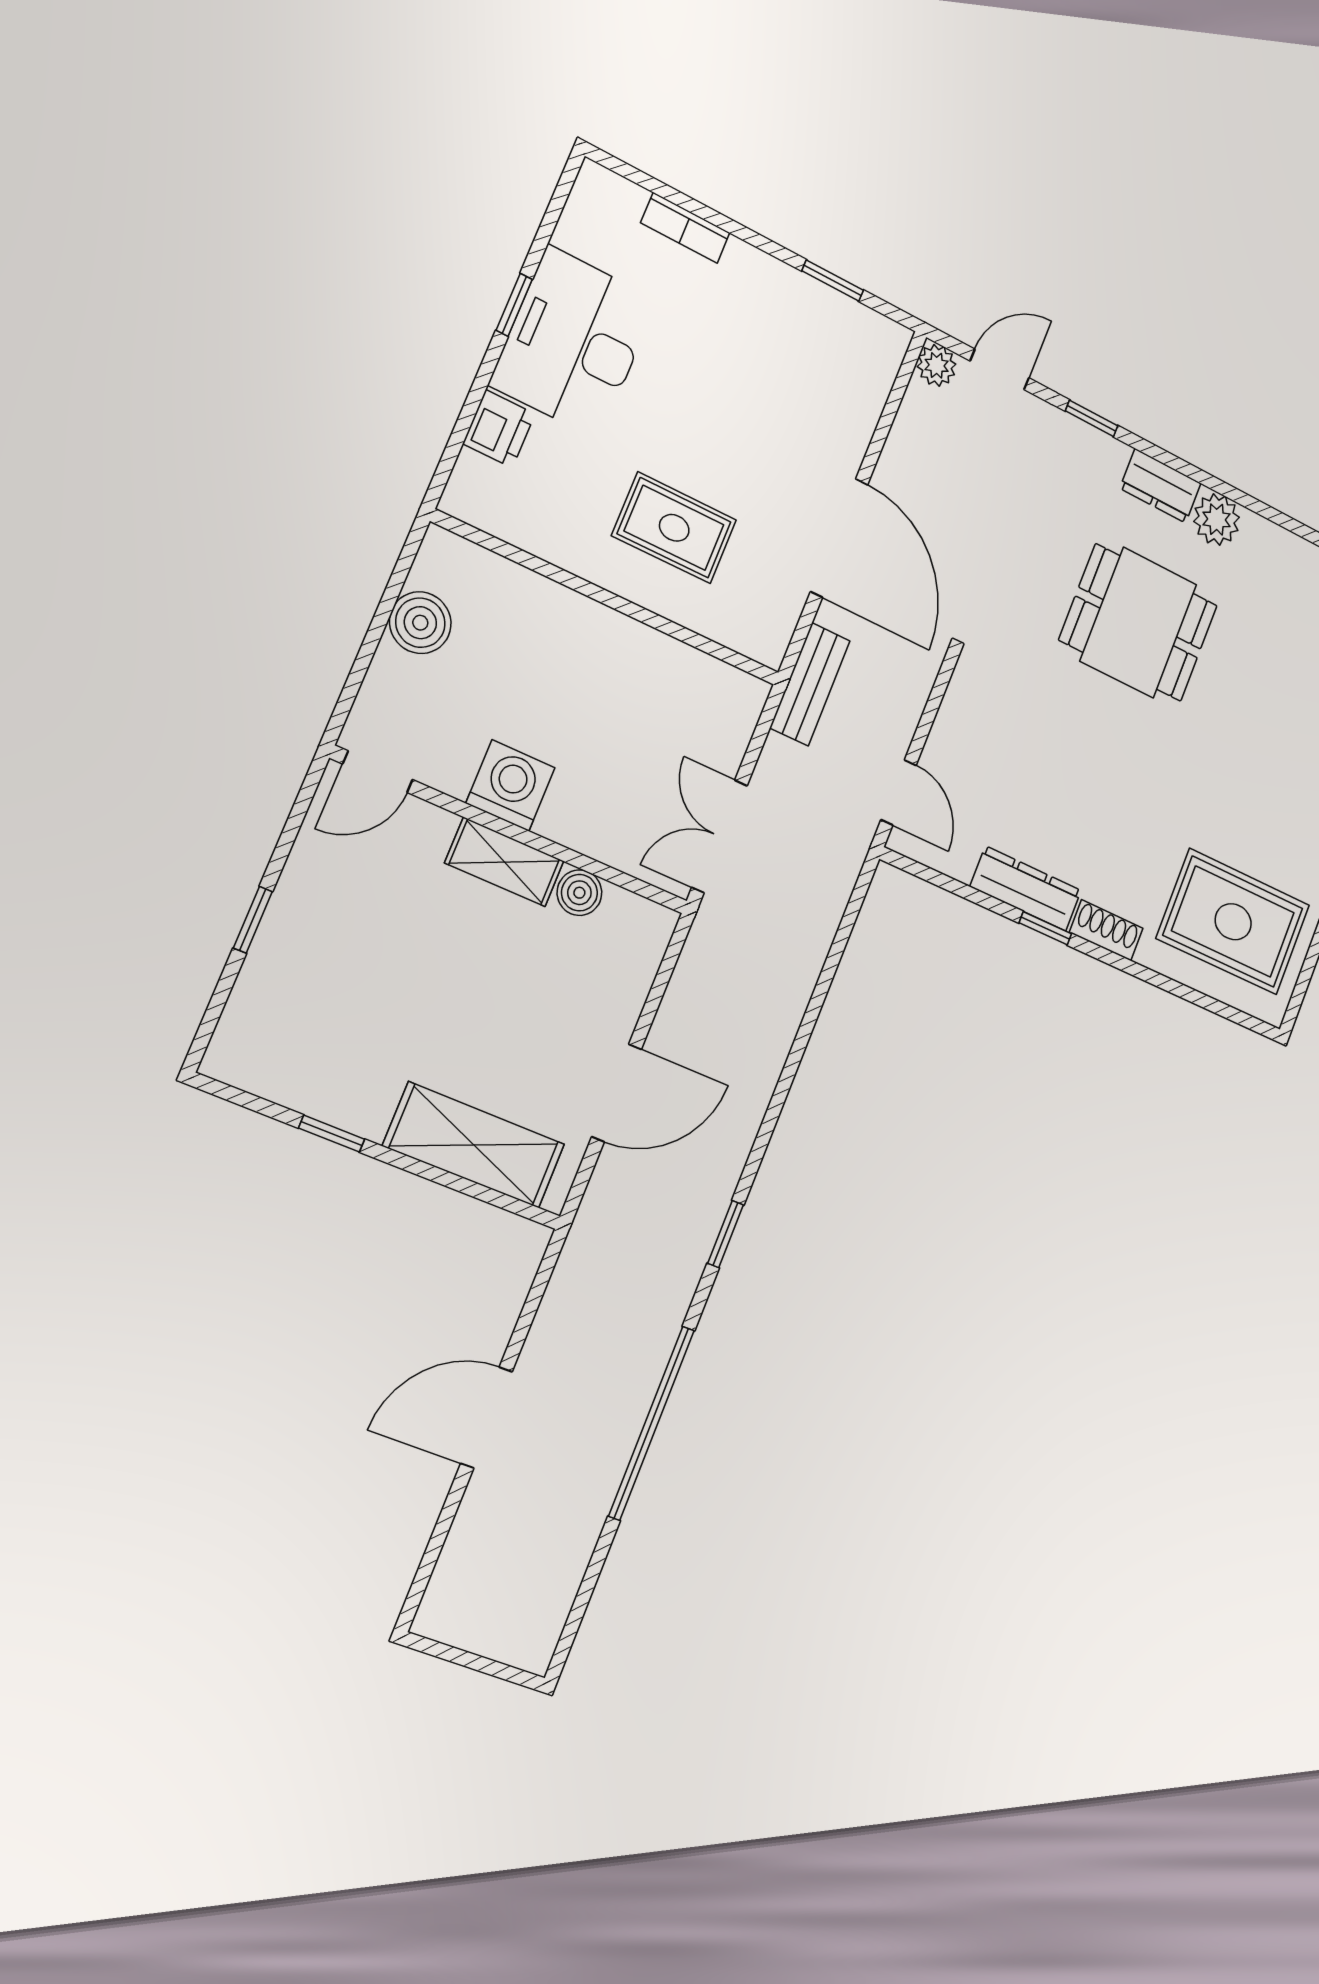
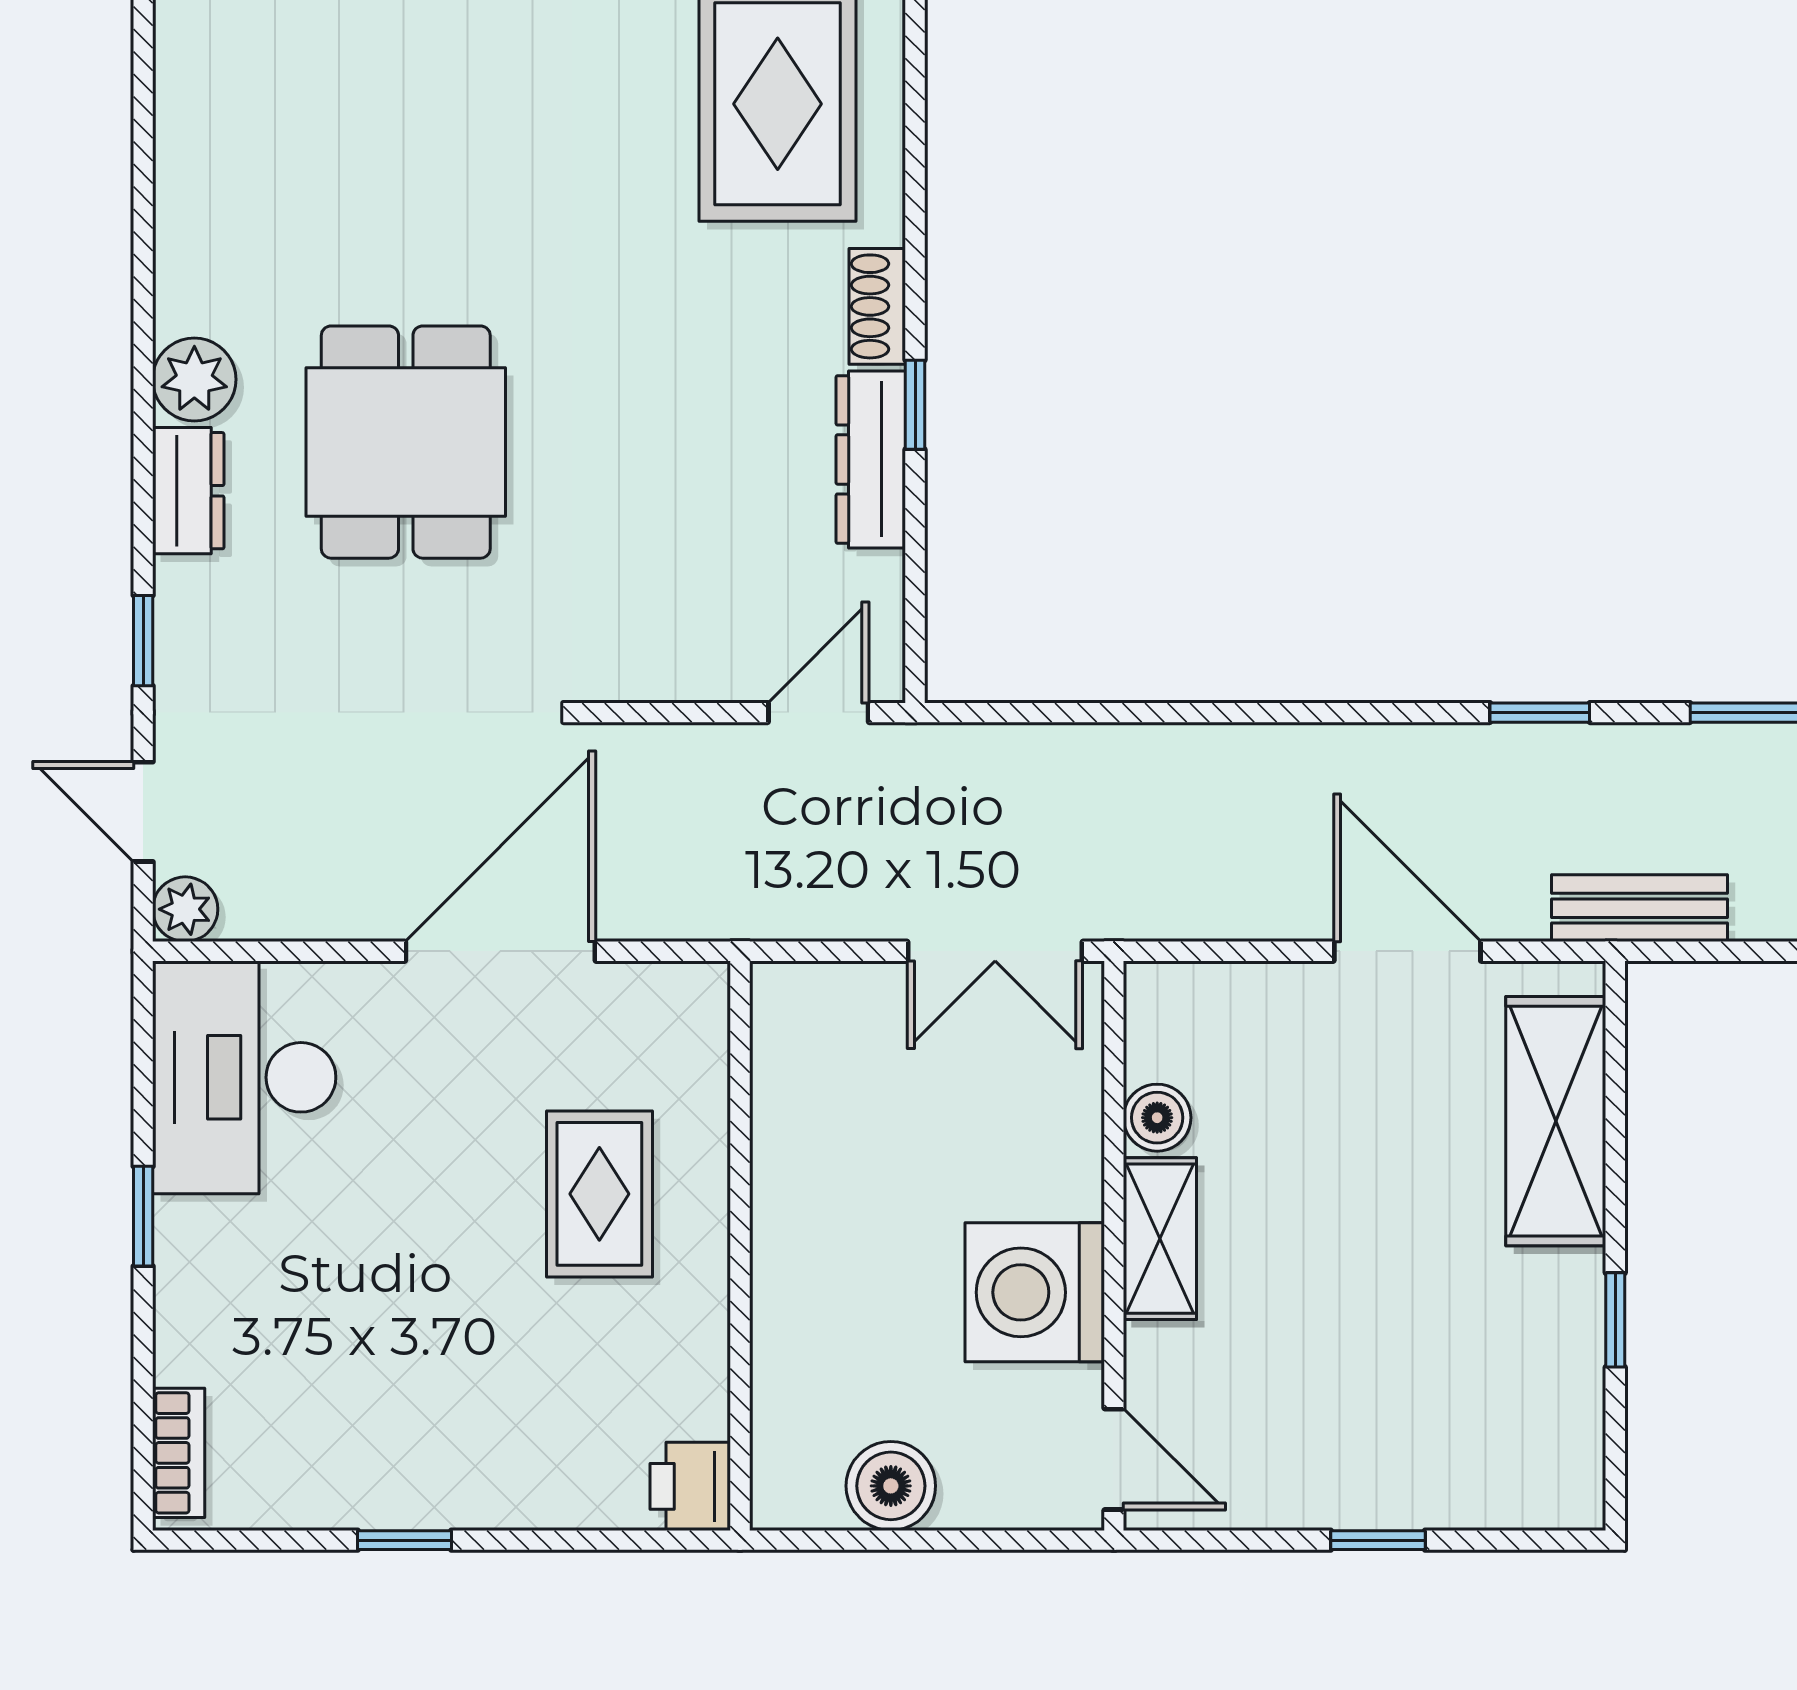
bookcase: (685, 228) -> (179, 1453), moved
window: (833, 281) -> (143, 1216), moved
desk: (574, 342) -> (244, 1077), moved, turned 90
printer: (499, 429) -> (690, 1486), moved, turned -90
bench: (810, 684) -> (1639, 908), moved
washing machine: (510, 785) -> (1035, 1292), width x1.37, depth x1.37

